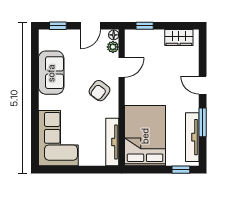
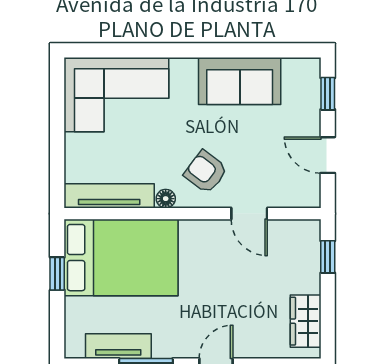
floor lamp: (114, 35) -> (166, 199), moved
plant: (113, 47) -> (288, 197), removed
tv unit: (192, 137) -> (118, 346), width x0.71
window: (181, 170) -> (57, 274), moved

